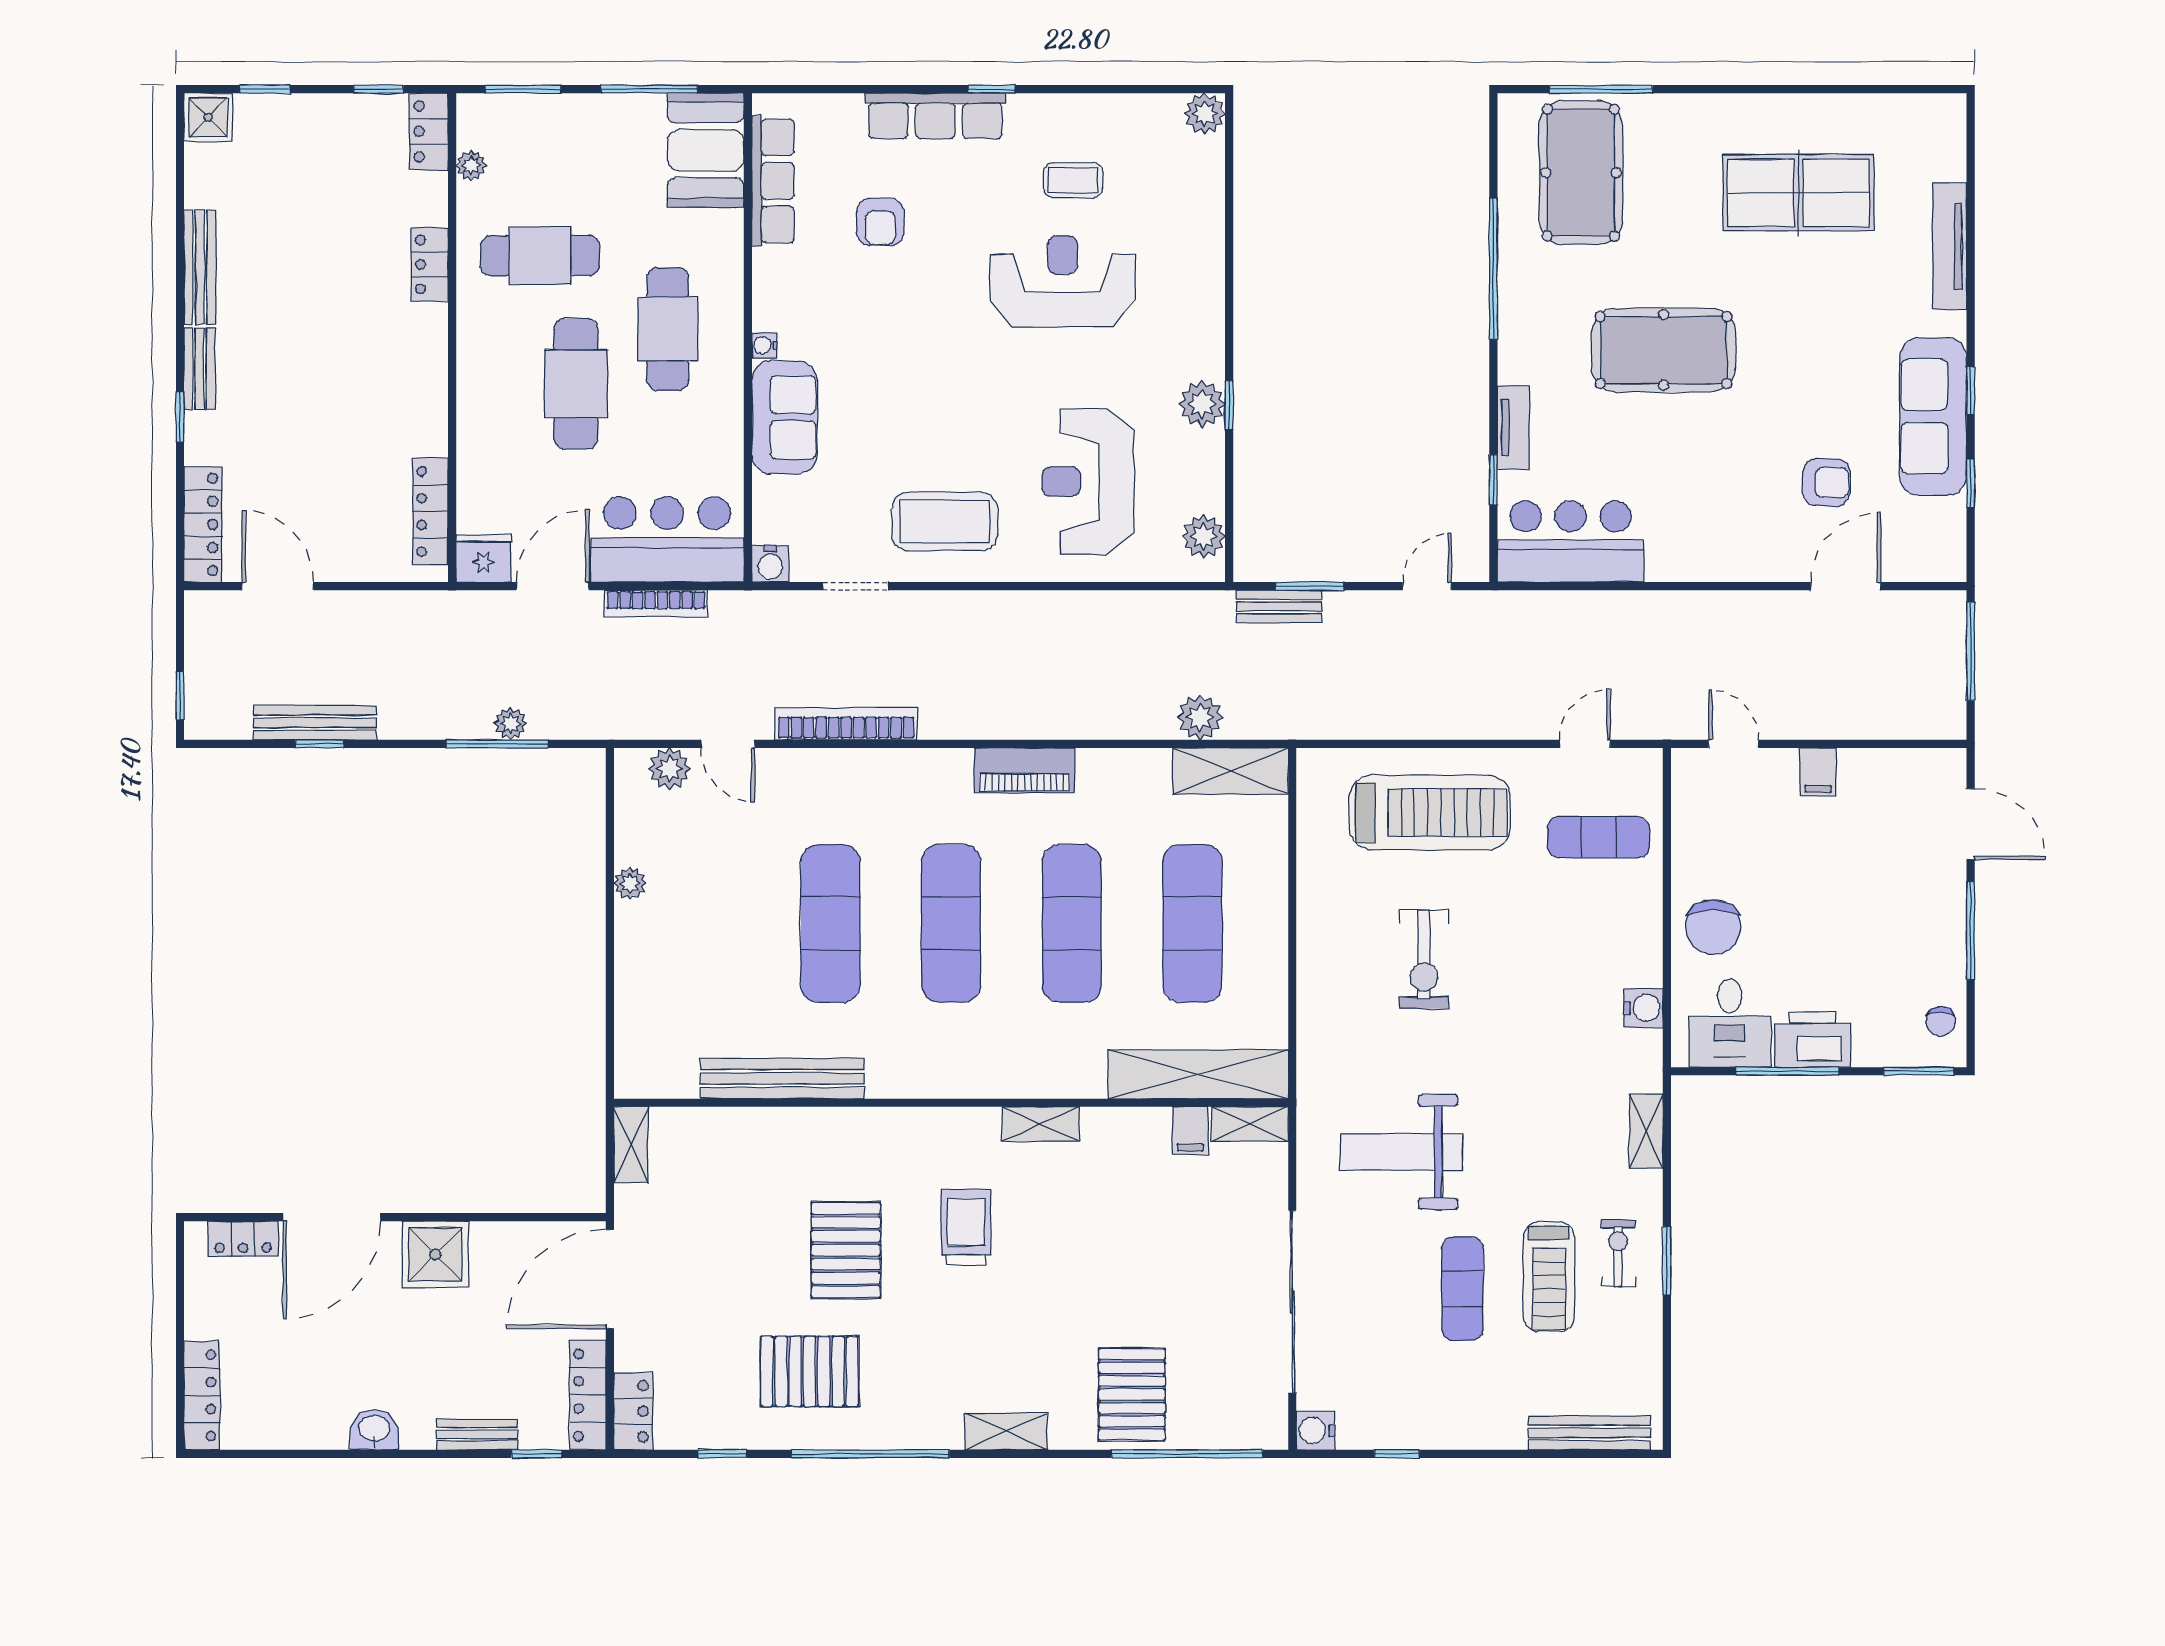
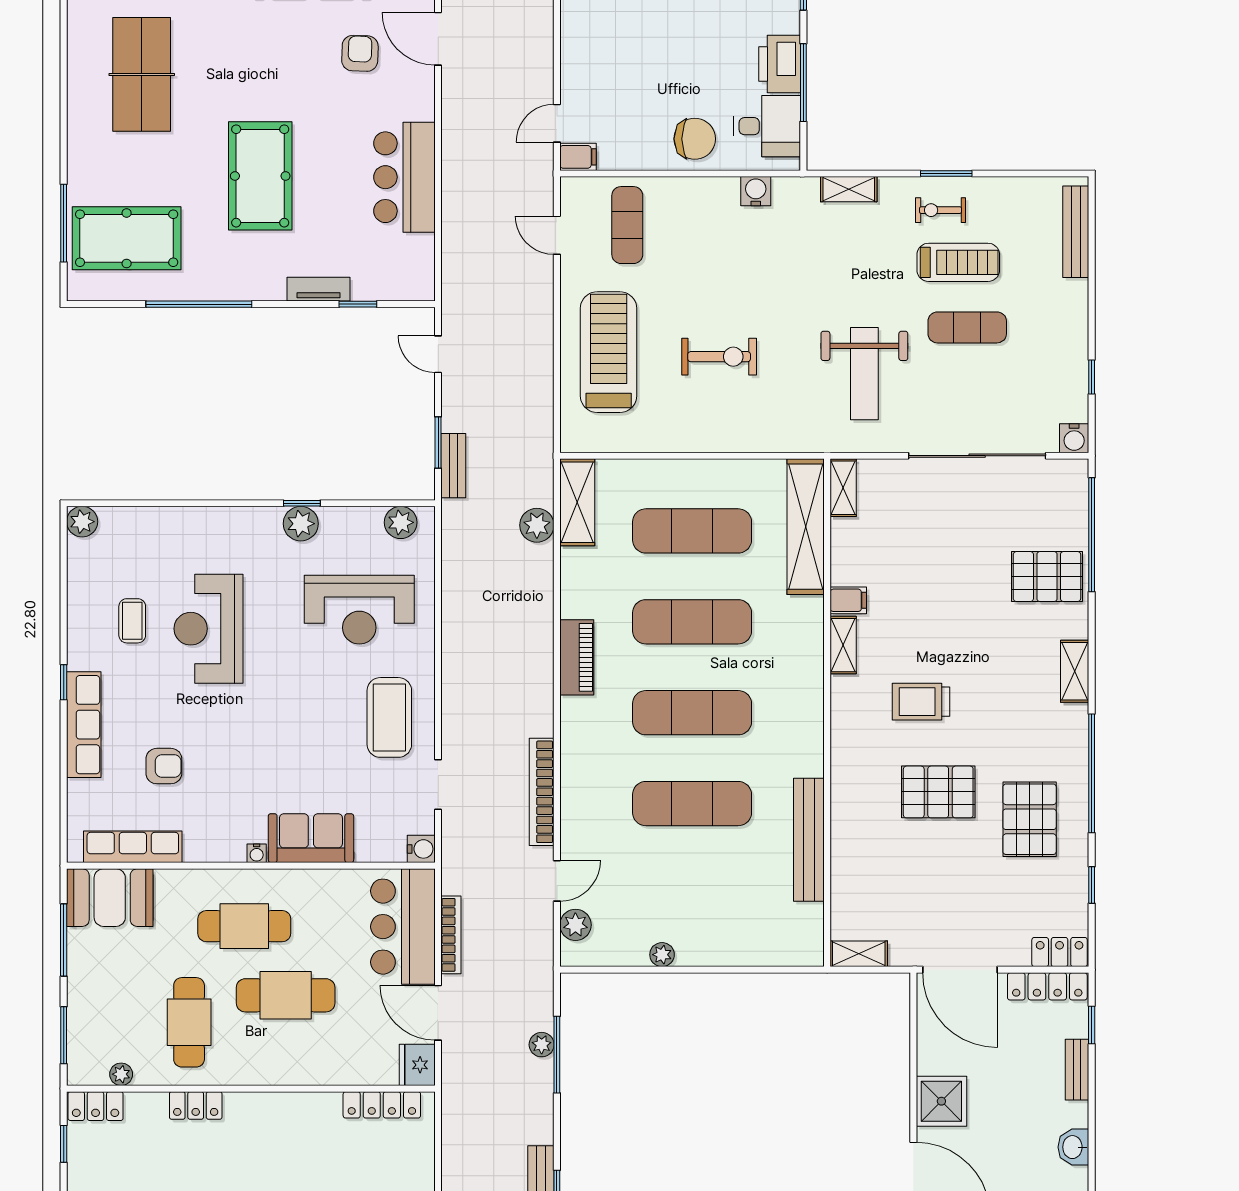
bar counter: (1571, 541) -> (404, 177), moved
filing cabinet: (1818, 772) -> (578, 157), moved
filing cabinet: (1190, 1131) -> (848, 600), moved

